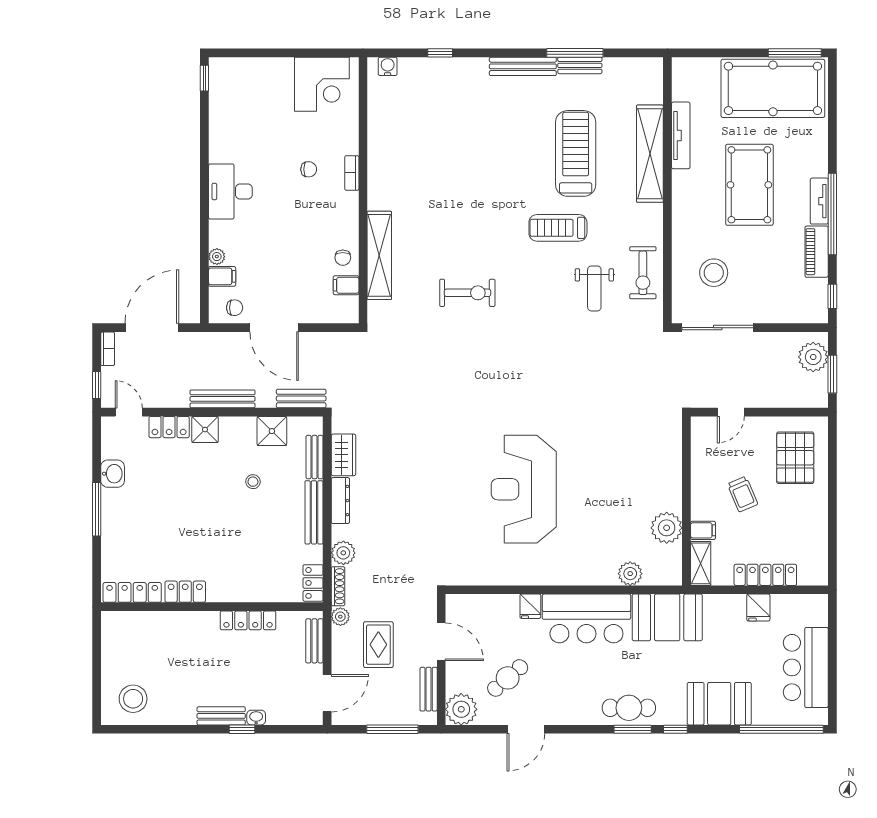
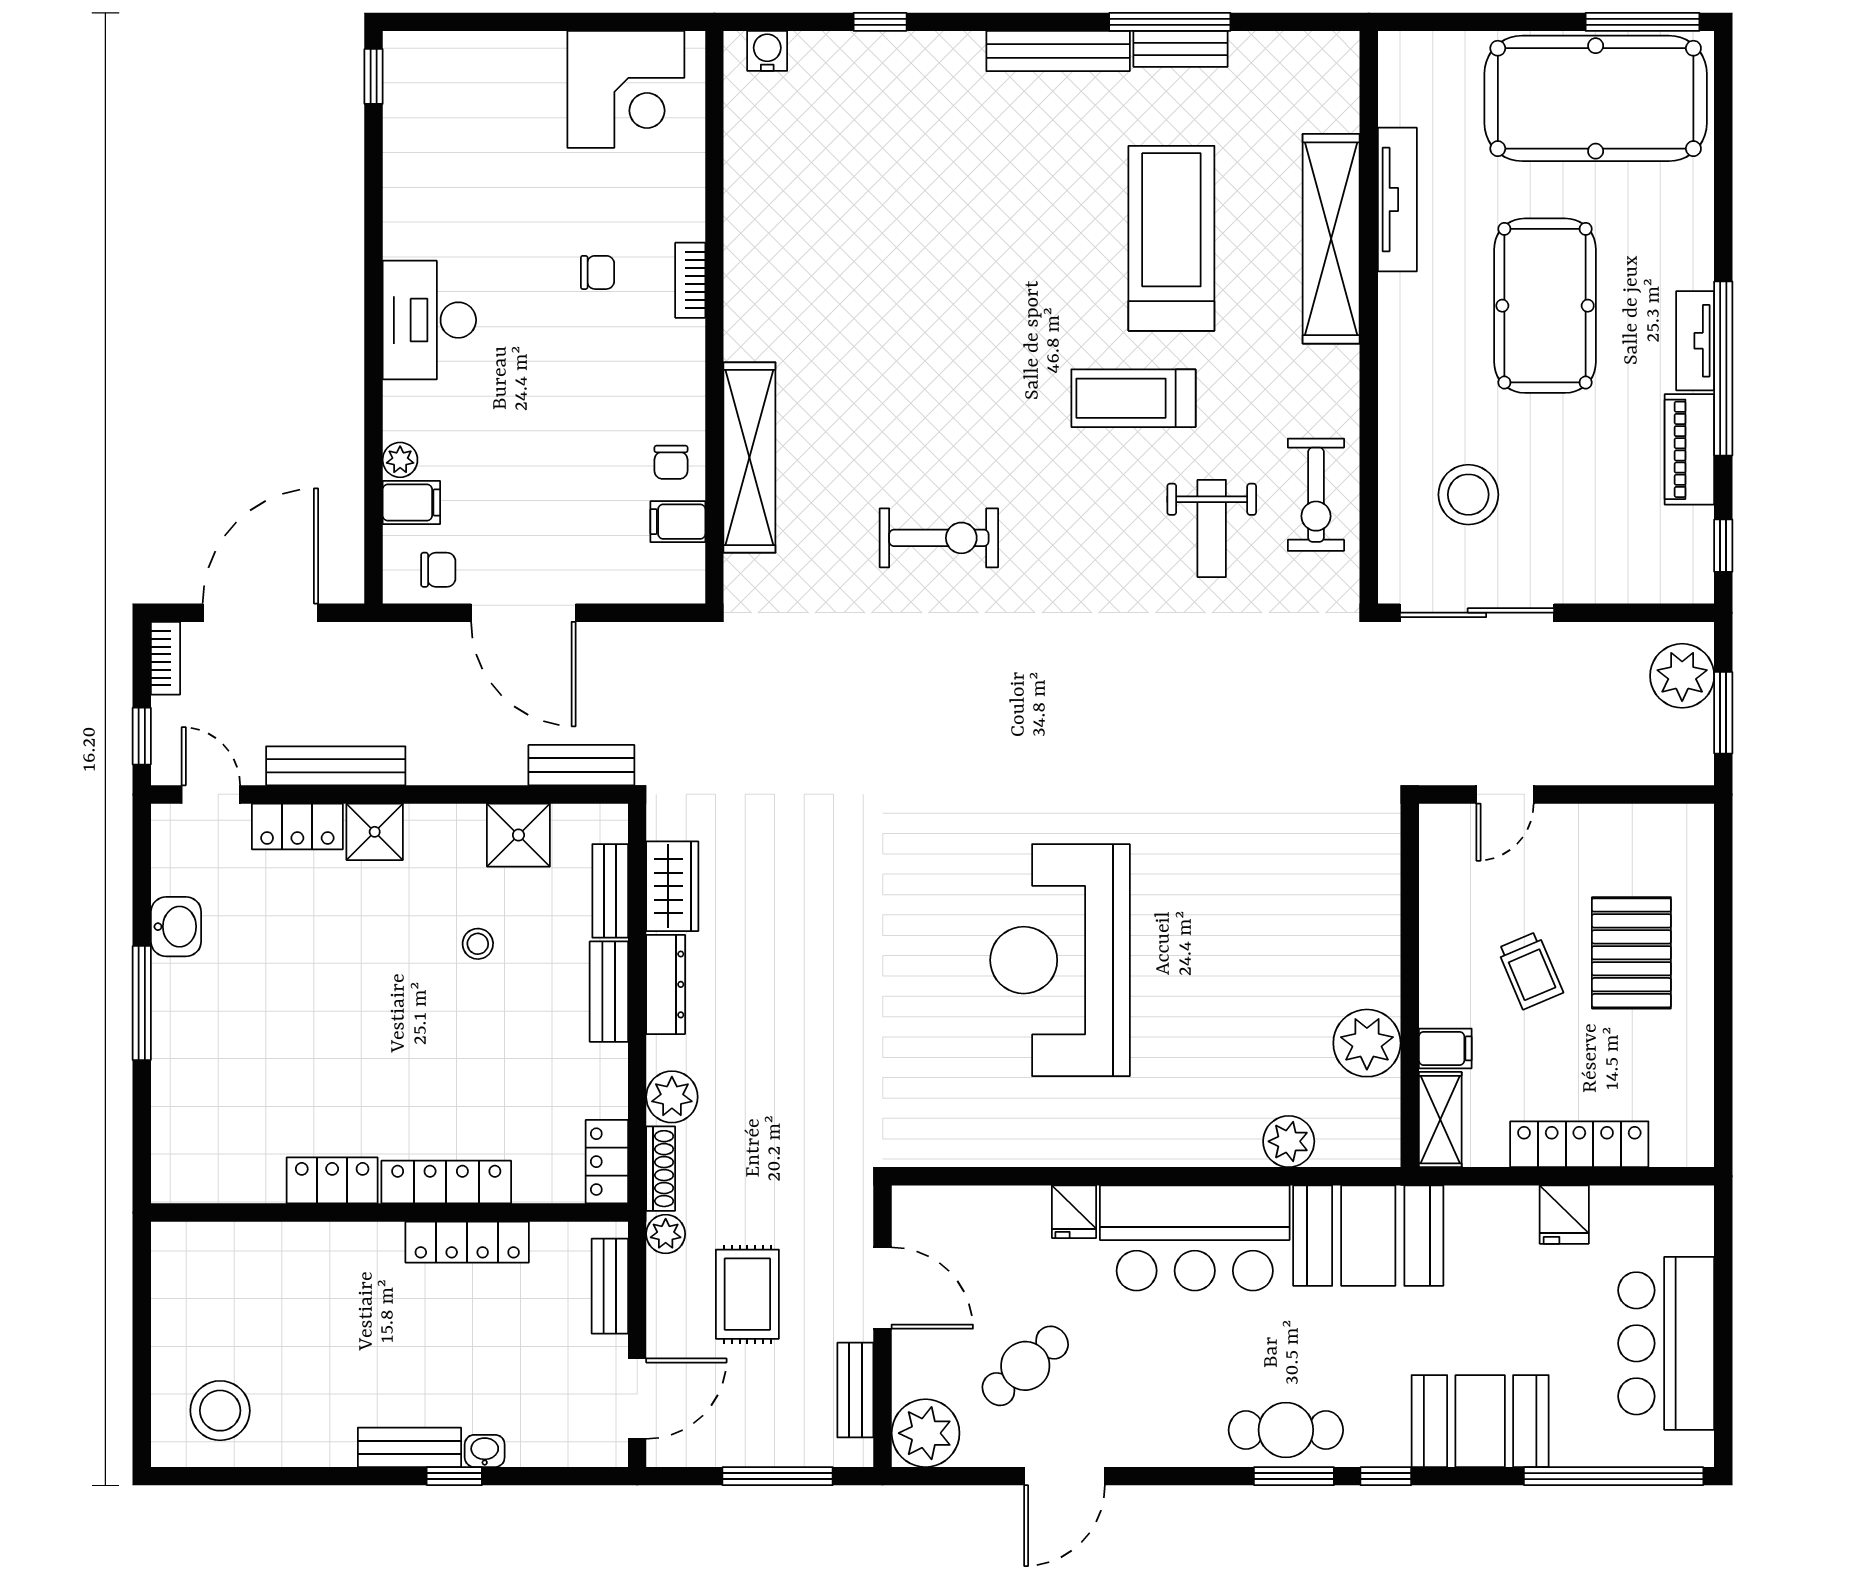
bench: (223, 399) -> (336, 766), moved
pallet: (795, 458) -> (1631, 953), moved
bench: (314, 512) -> (609, 992), width x0.73
locker: (132, 592) -> (446, 1182), moved

